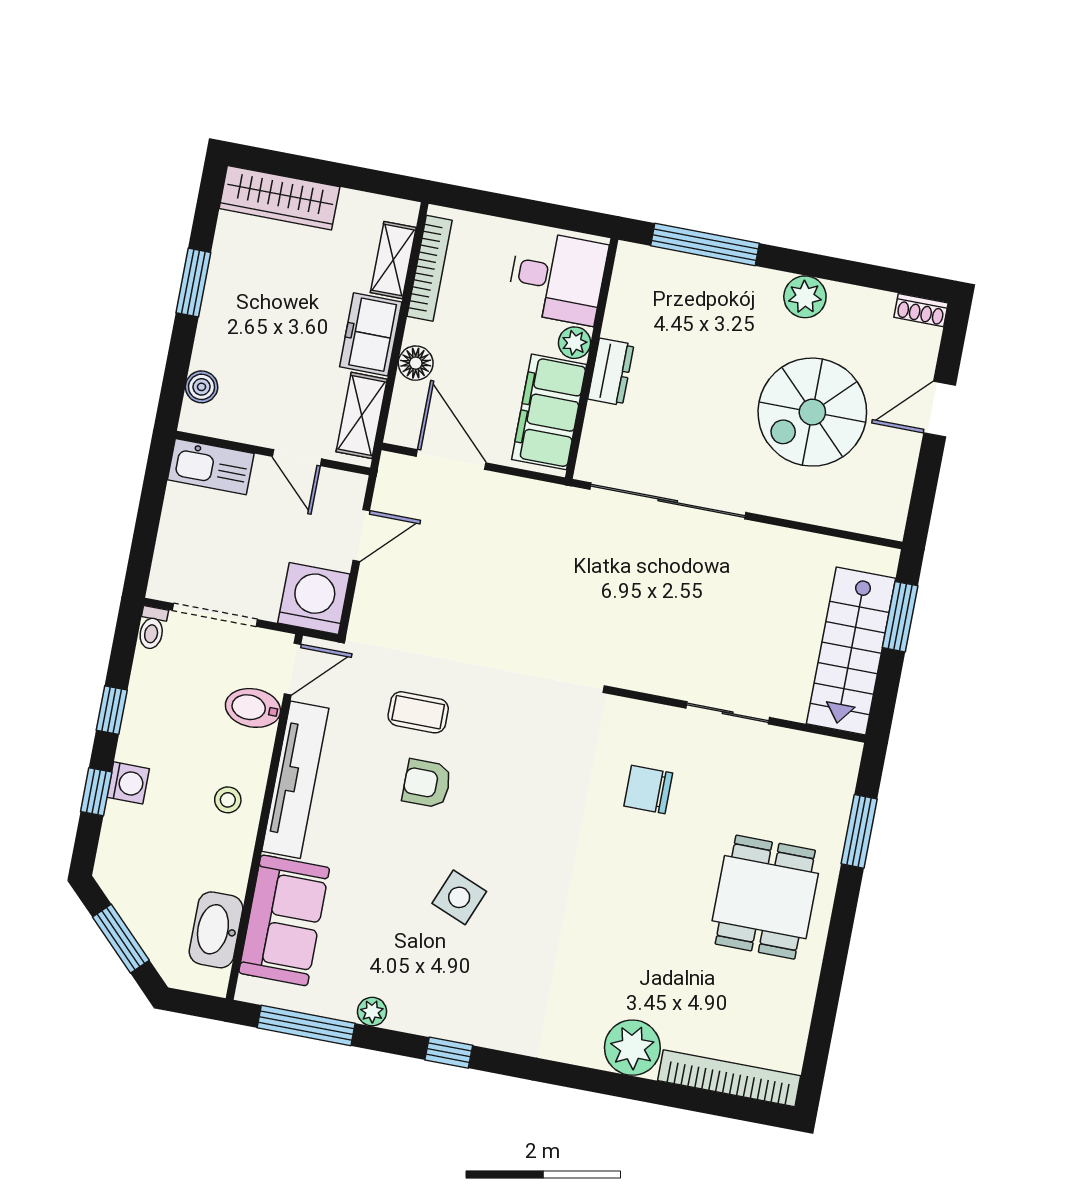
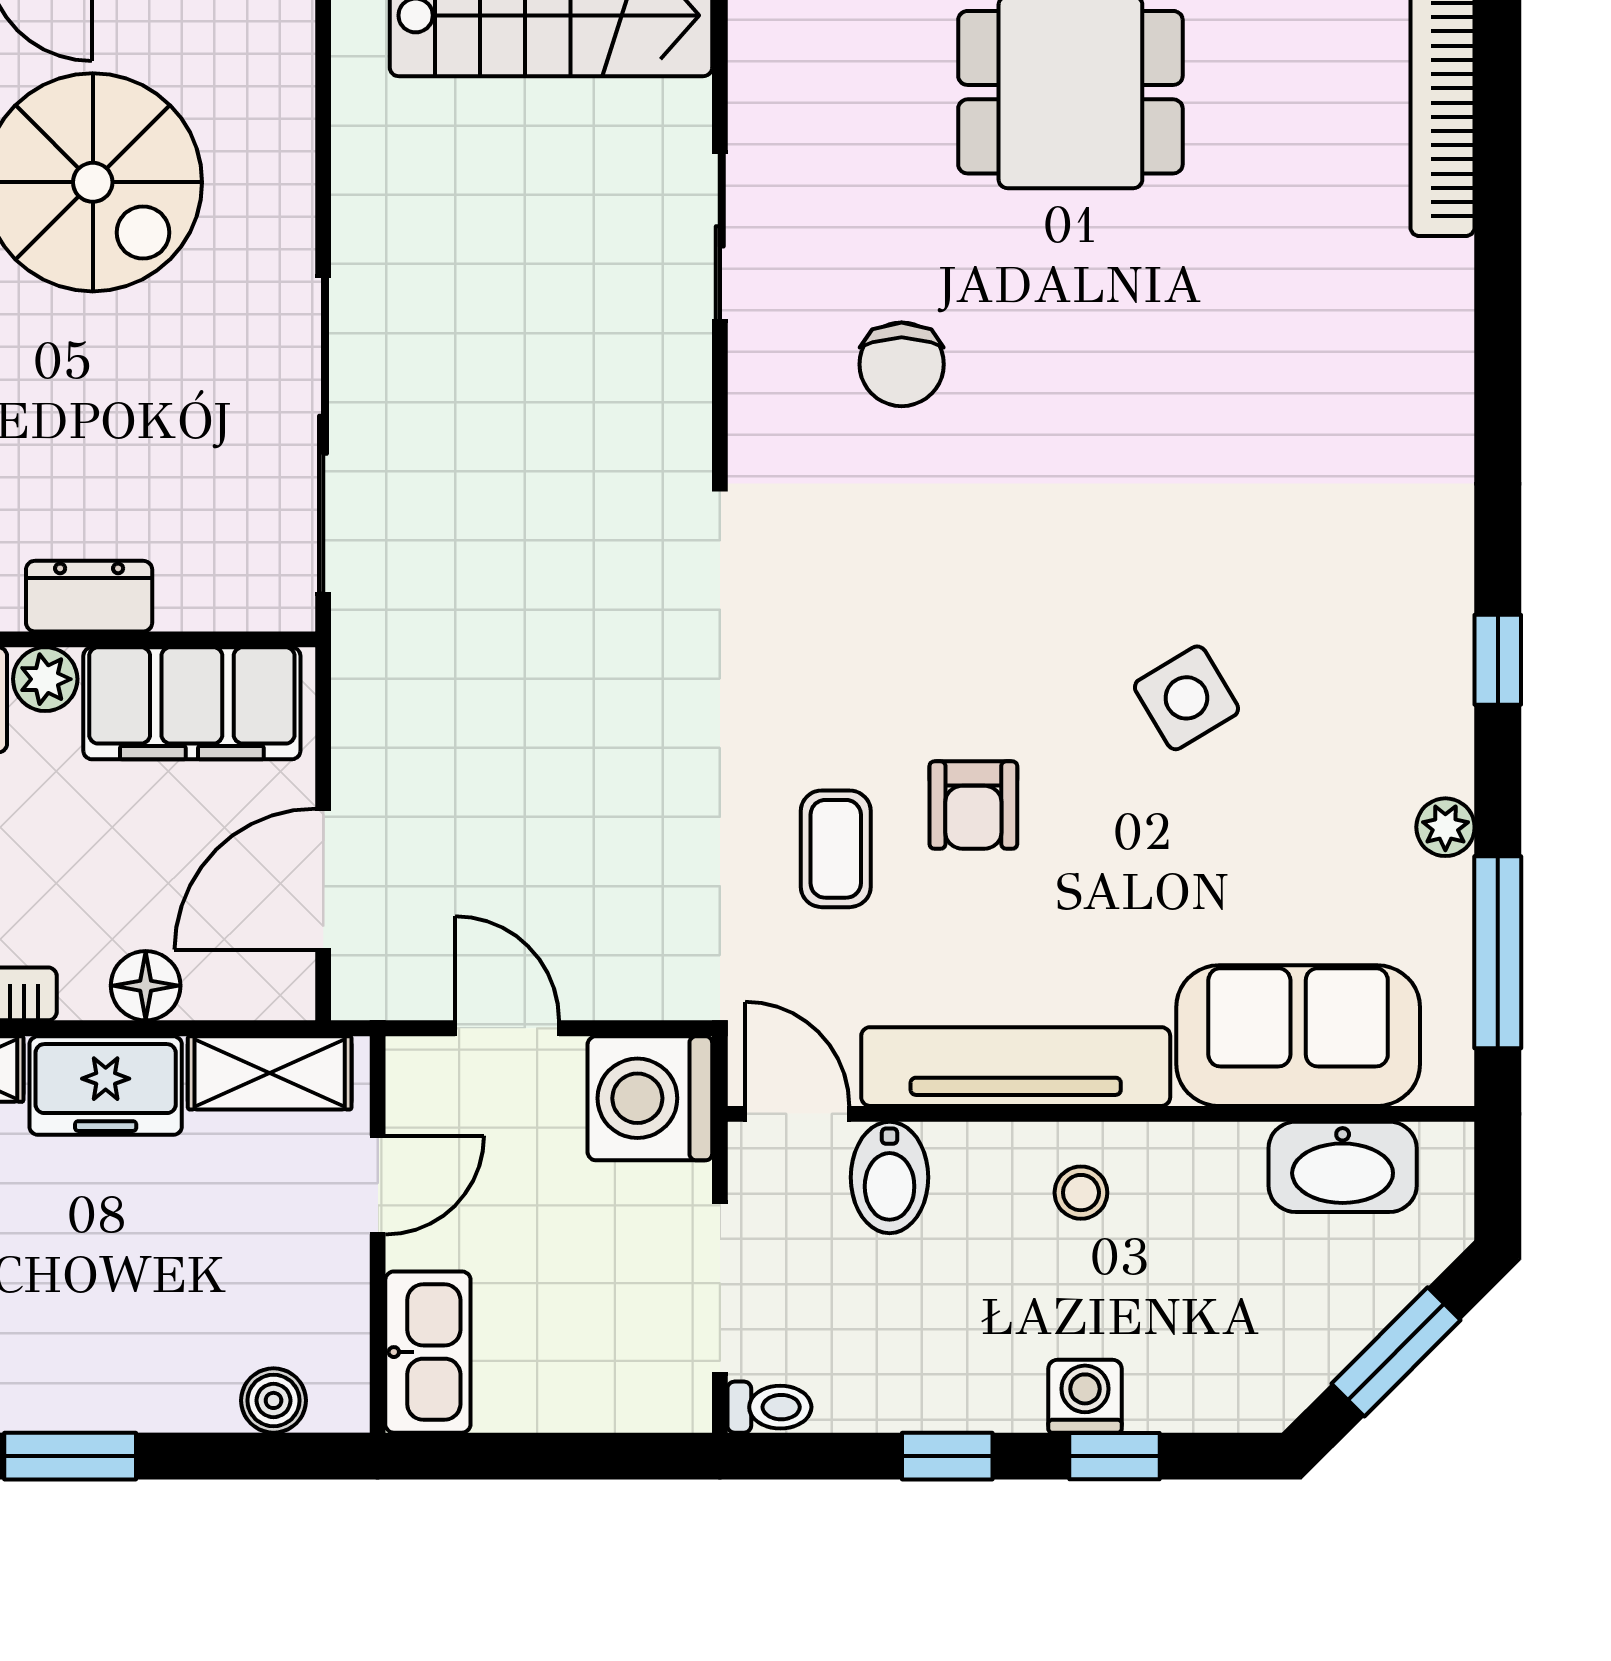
side table: (459, 897) -> (1186, 698), turned 37
plant: (632, 1048) -> (1418, 298), removed

